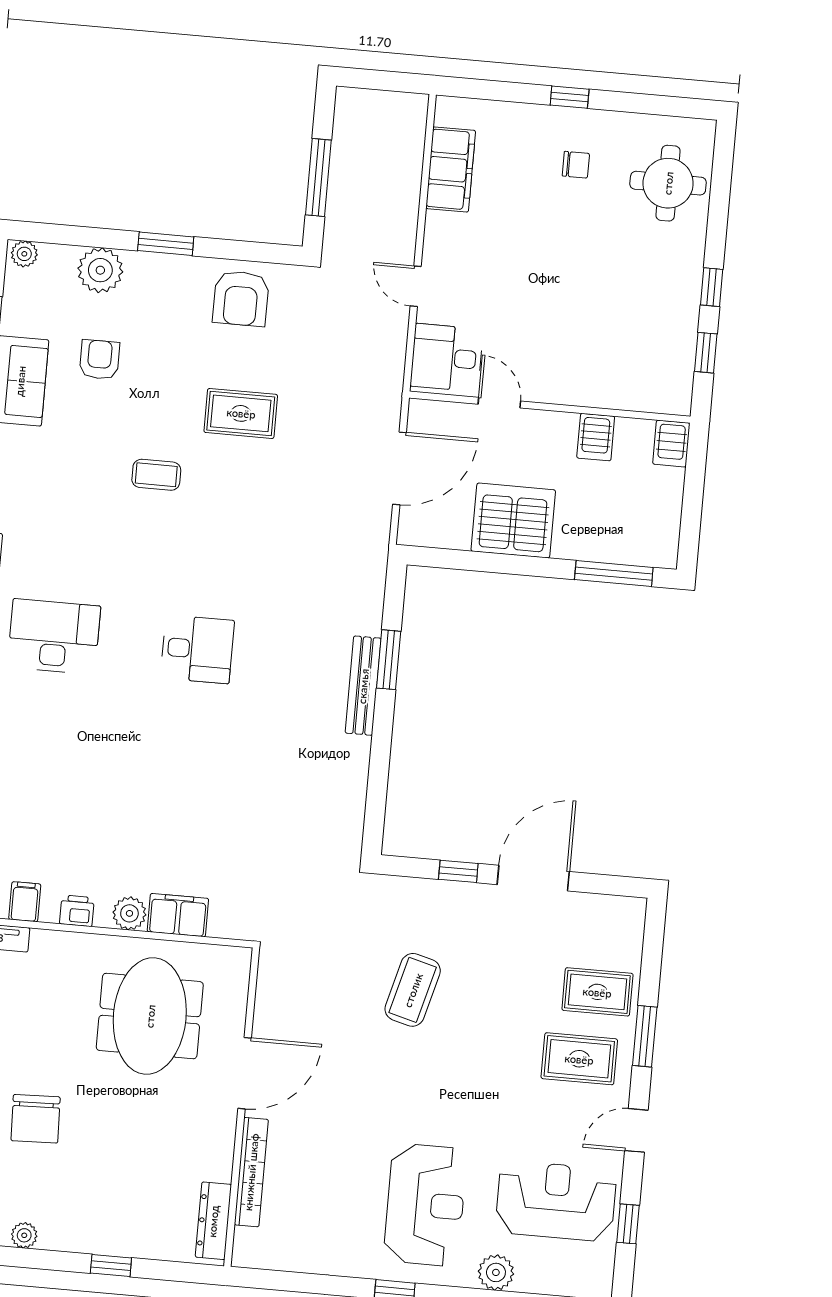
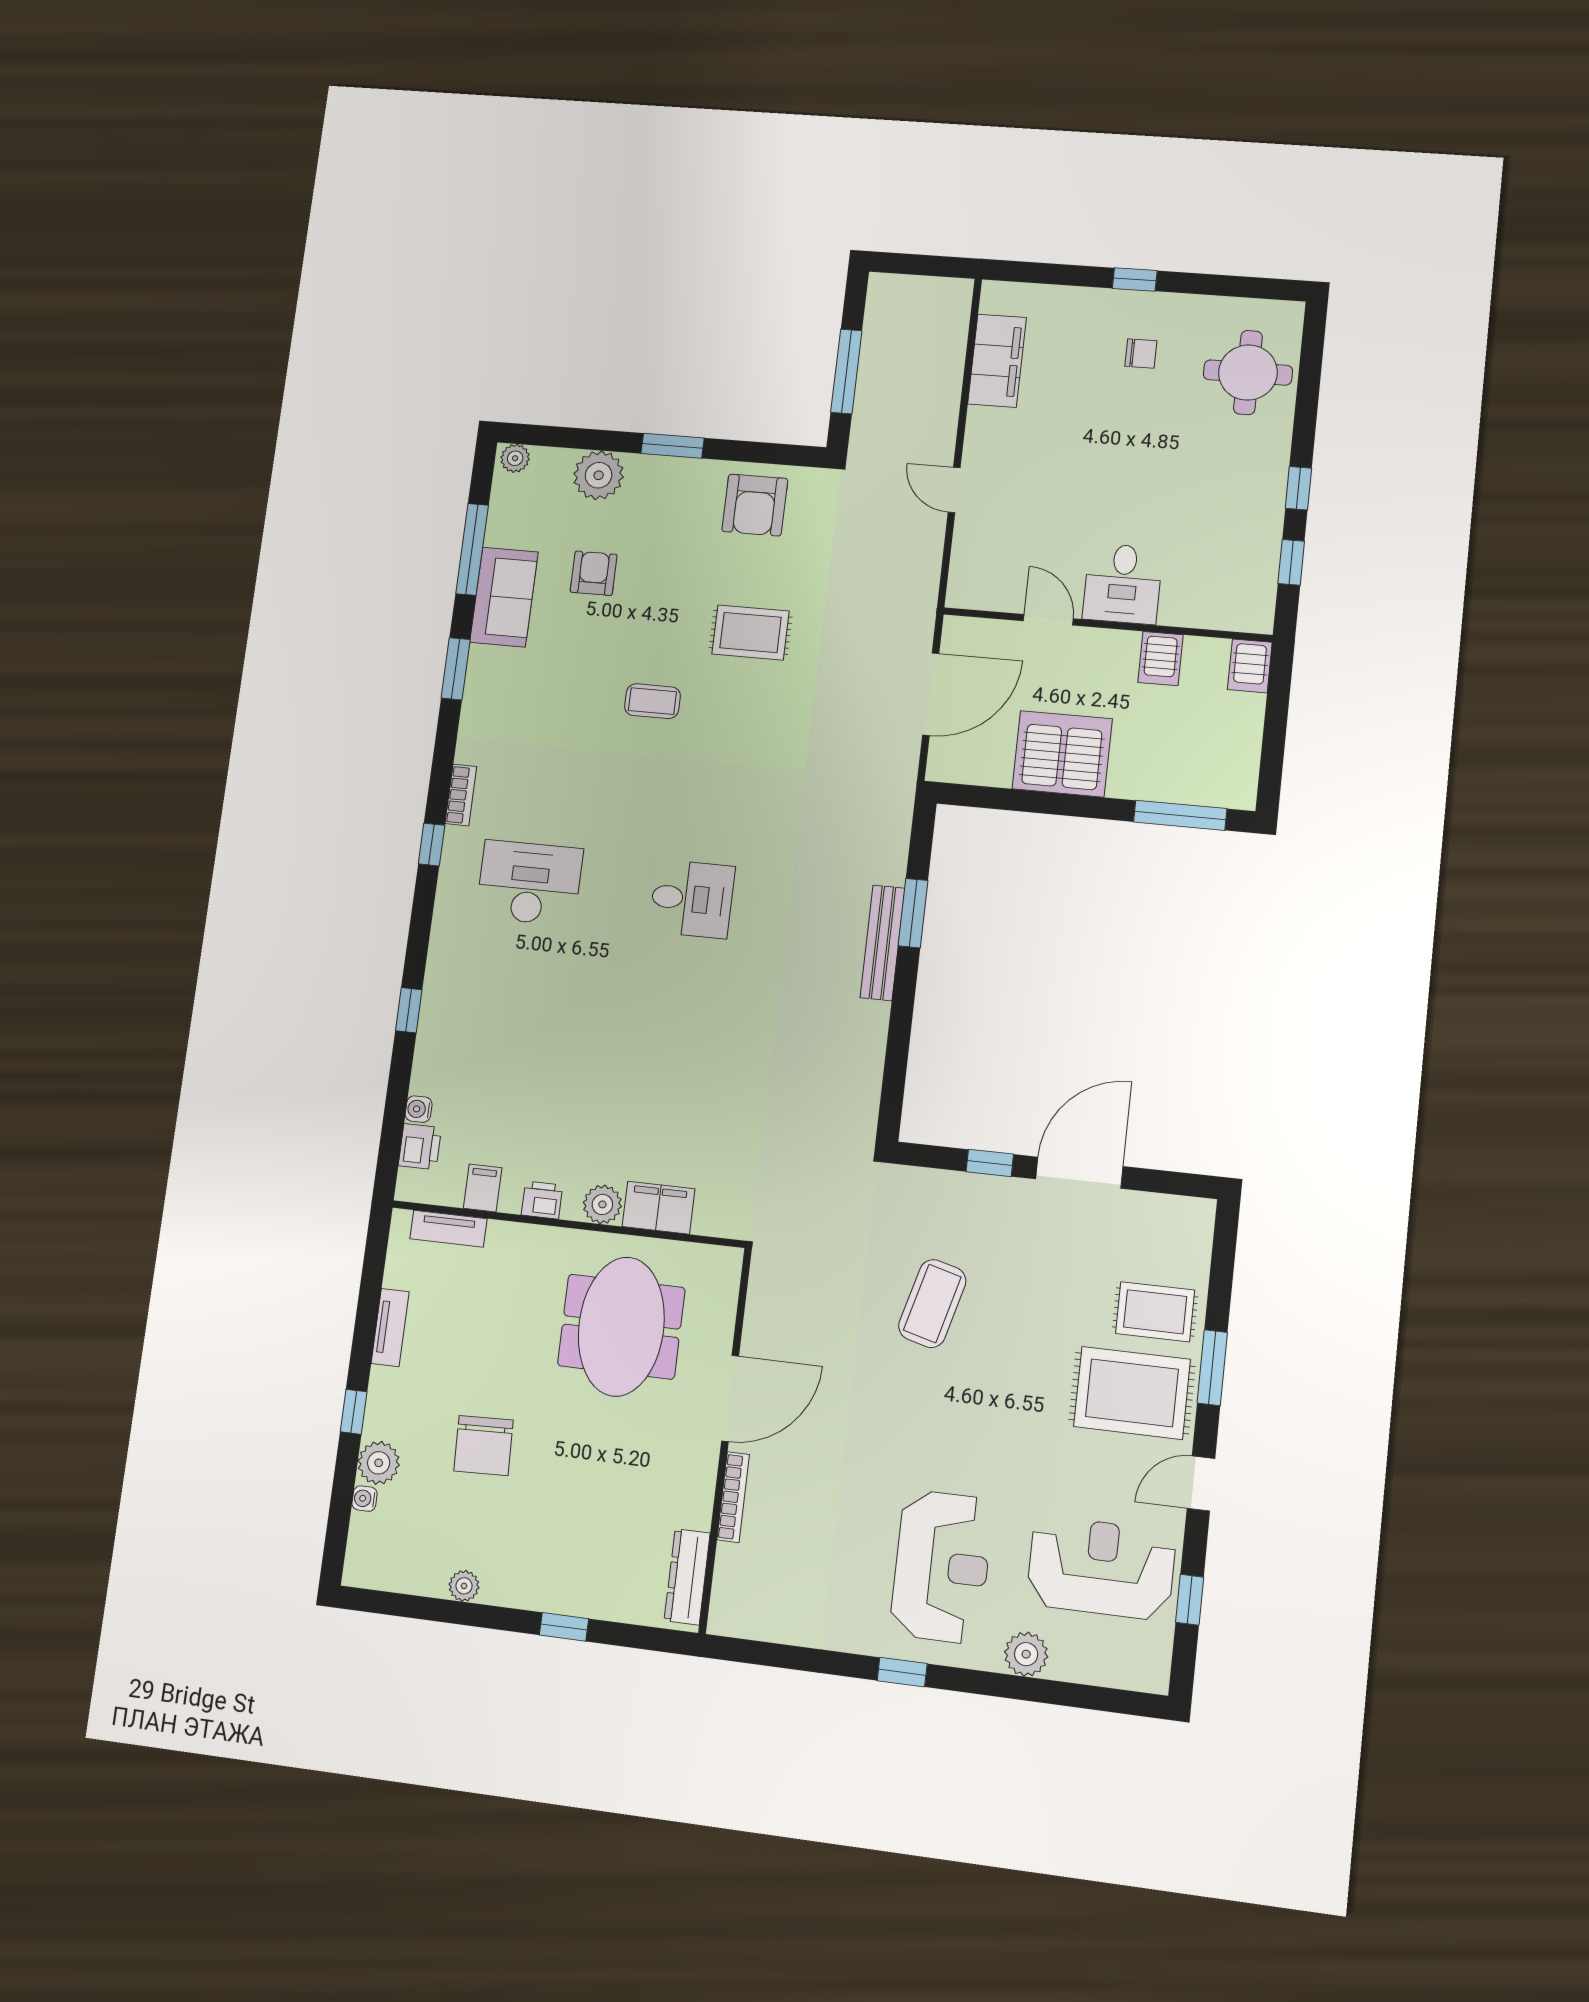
desk: (447, 358) -> (1123, 584), moved, turned -90
rug: (579, 1059) -> (1132, 1393), width x1.36, depth x1.43
bookcase: (251, 1172) -> (733, 1497), width x0.68, depth x0.76

